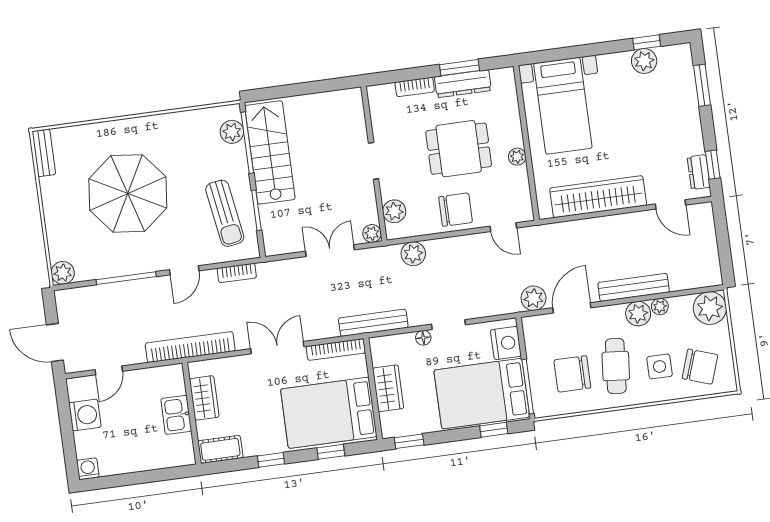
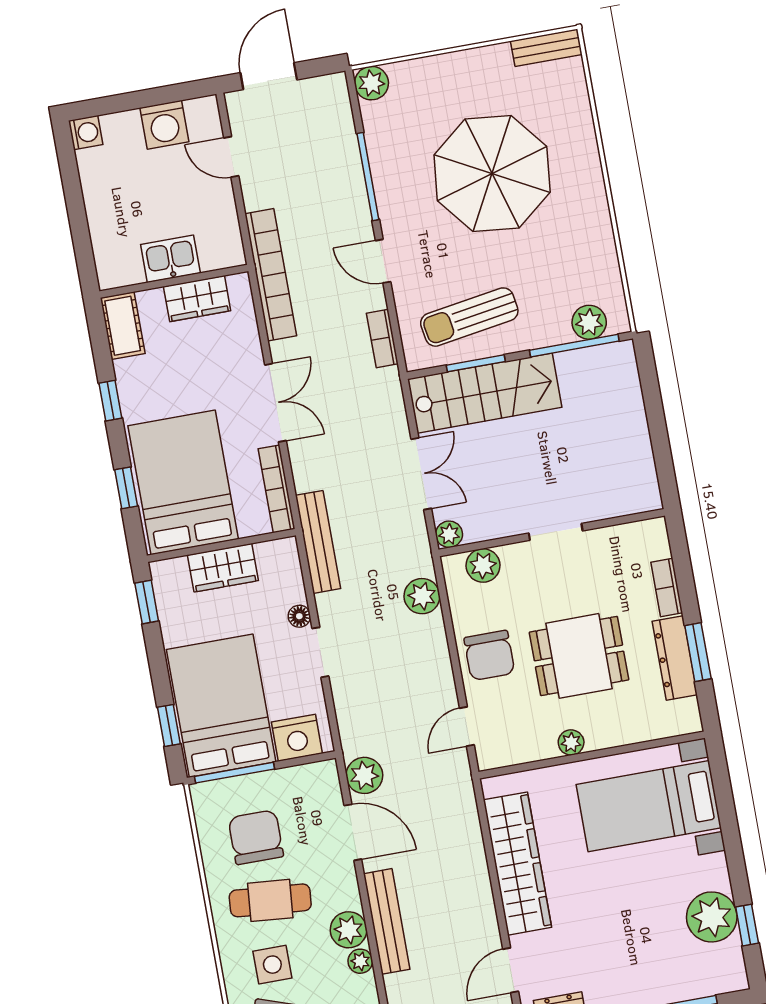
plant: (644, 61) -> (712, 917), width x1.36, depth x1.36
dining table: (459, 149) -> (579, 656), turned 90
stairs: (270, 152) -> (485, 393), moved

